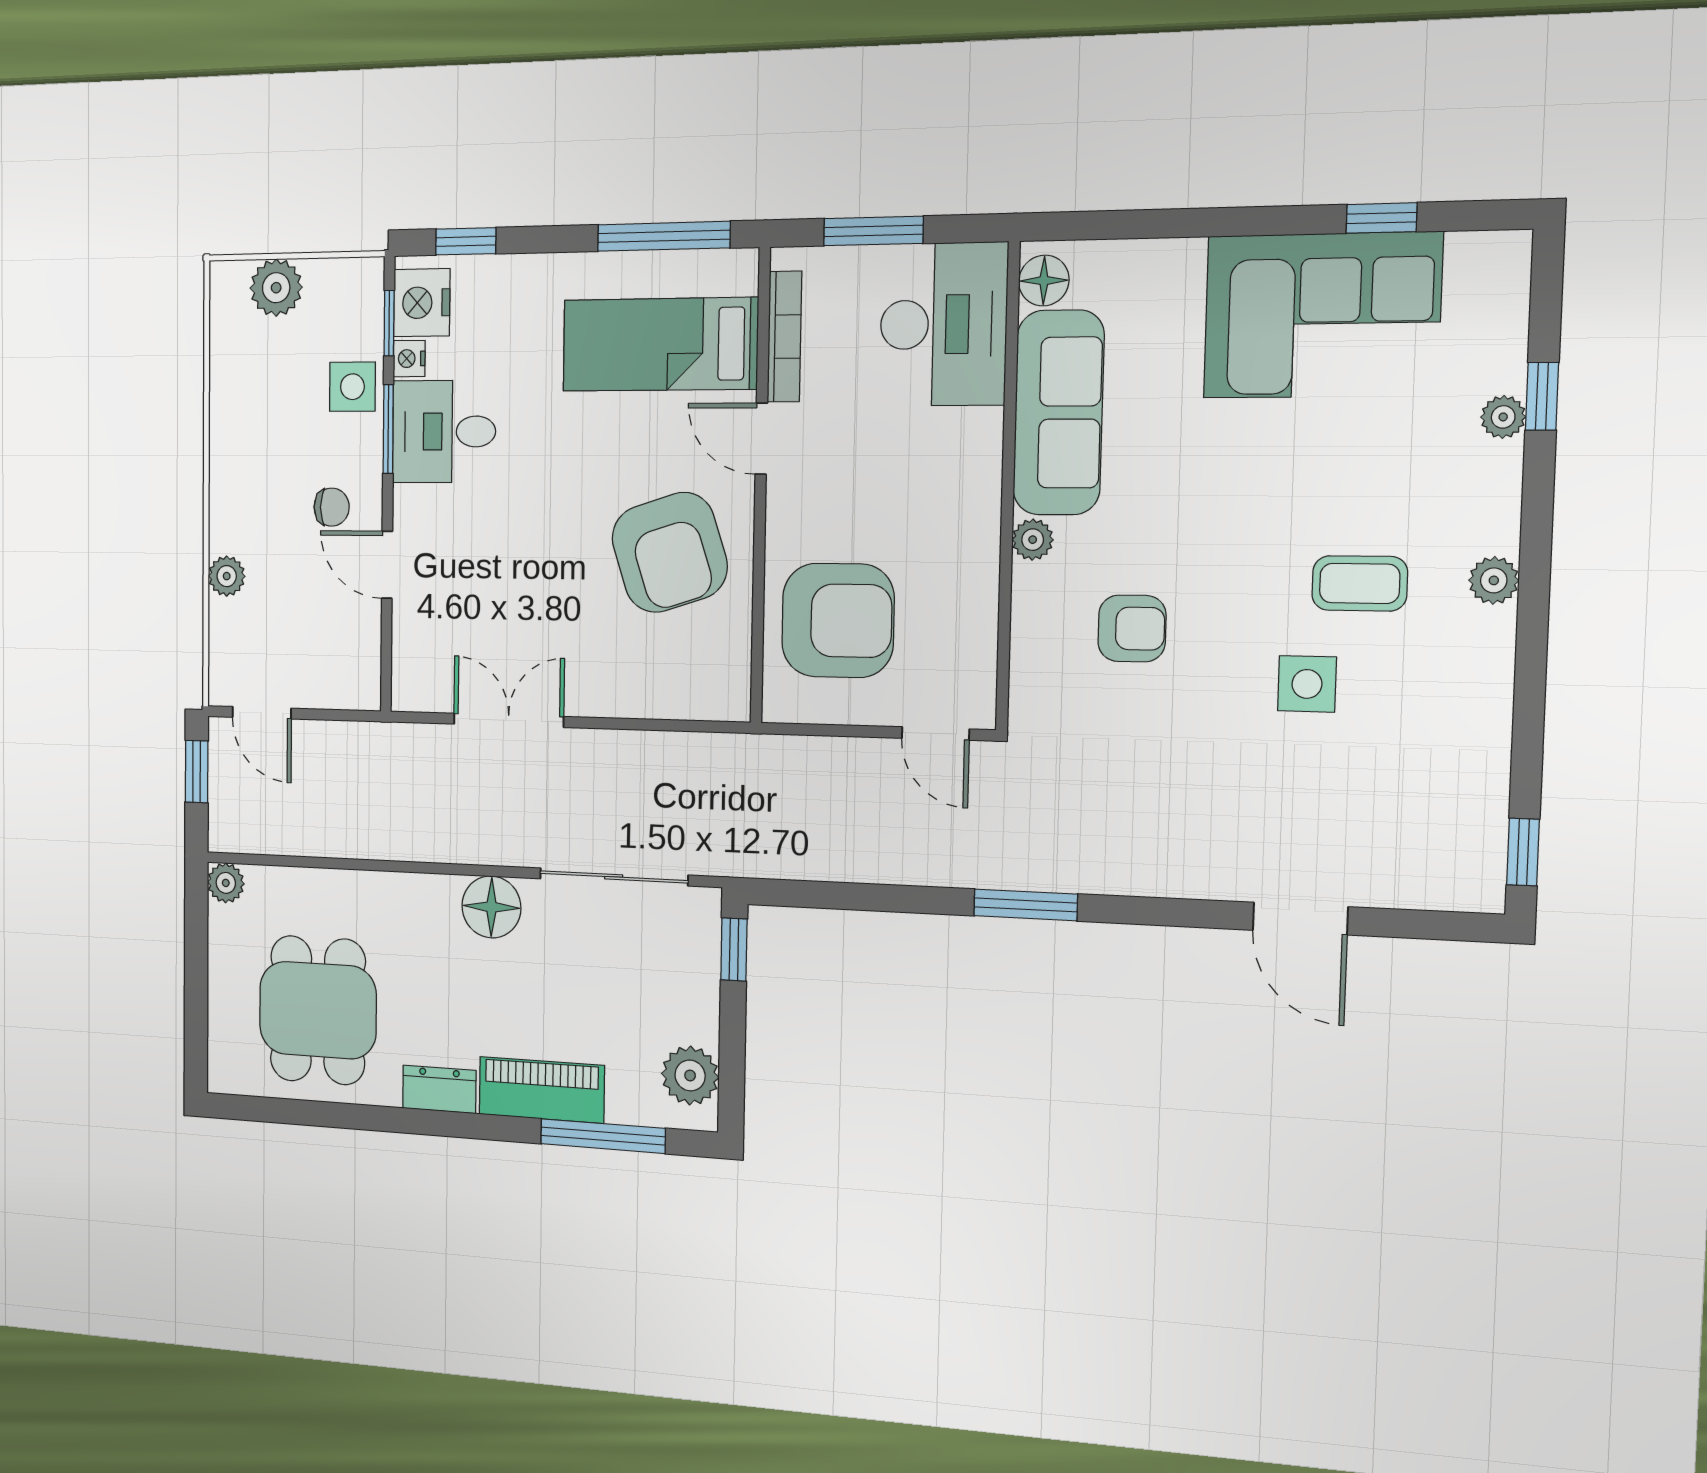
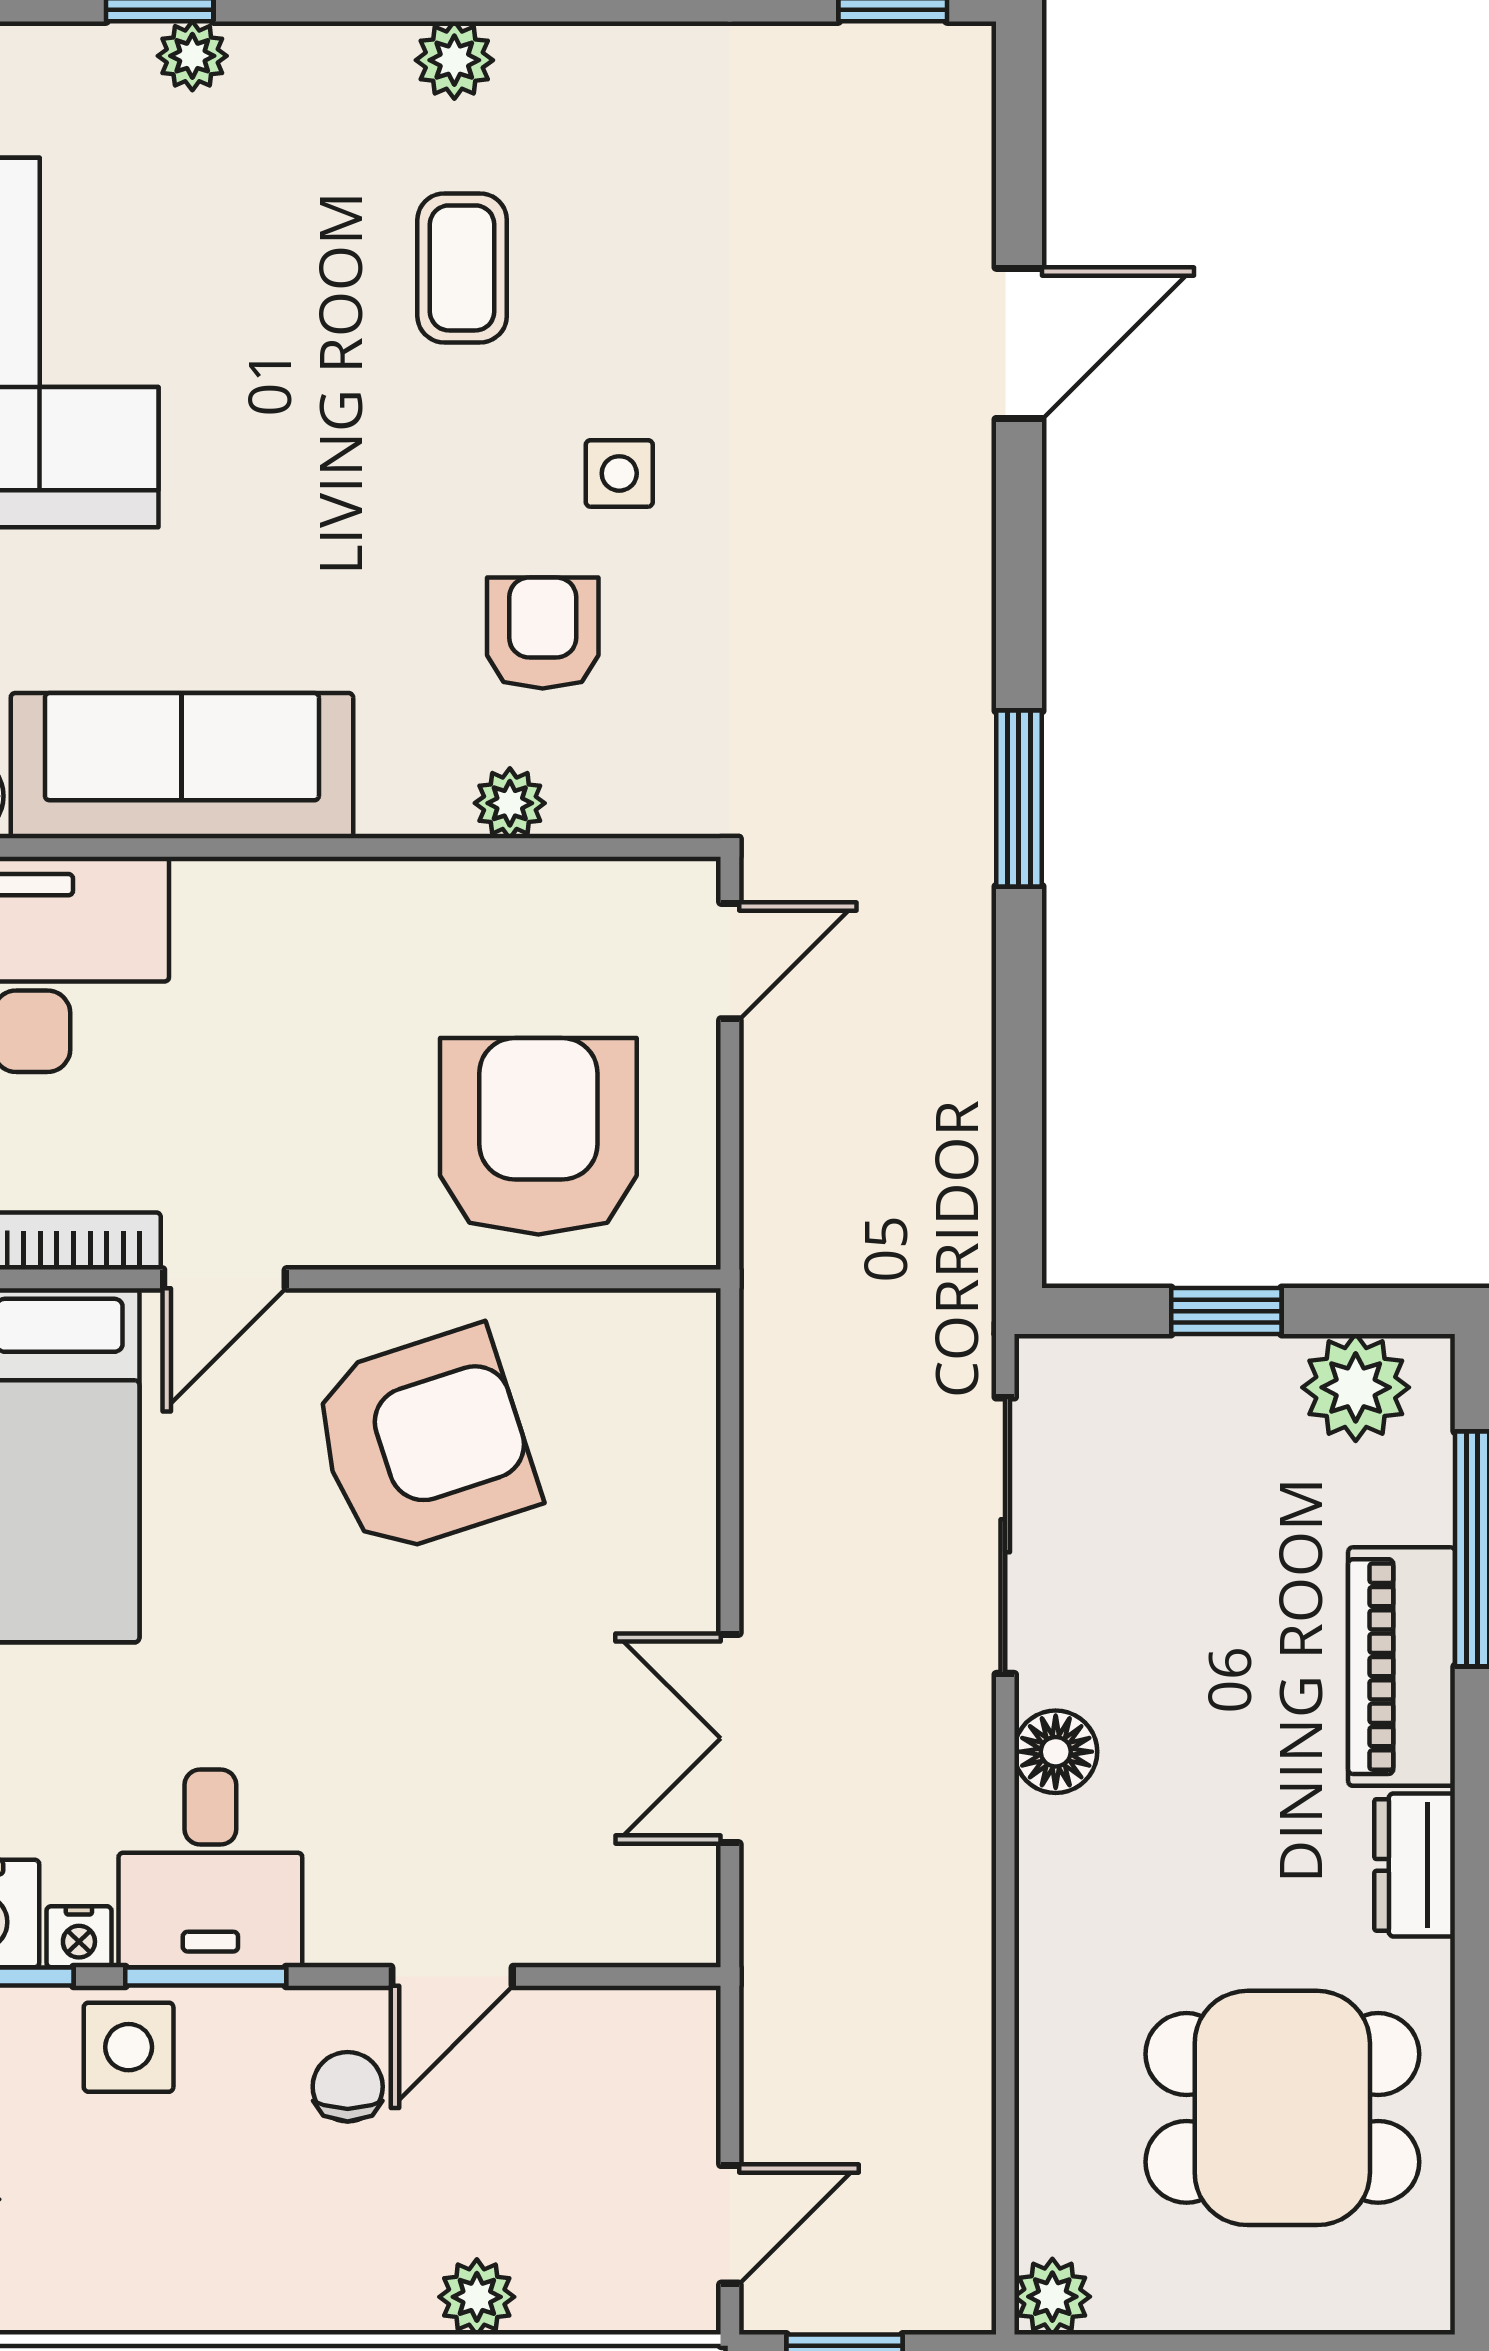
plant: (1033, 540) -> (510, 803), moved
side table: (1307, 684) -> (619, 473), moved, width x0.73, depth x0.73
floor lamp: (491, 907) -> (1056, 1752), width x0.73, depth x0.73
window: (734, 949) -> (1226, 1311), moved

